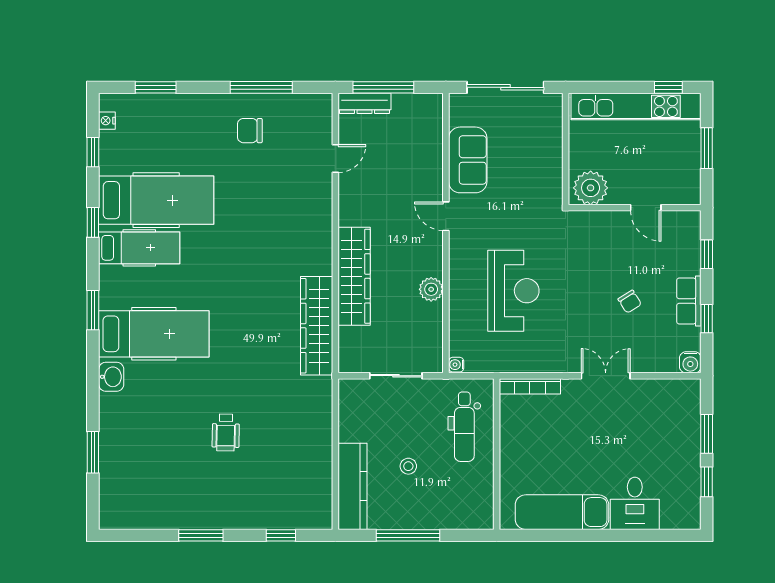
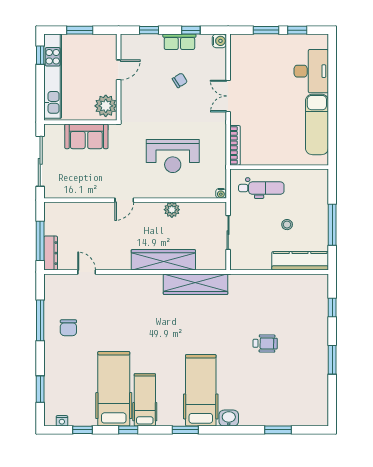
sofa: (468, 160) -> (86, 136), moved, turned 180
reception desk: (513, 291) -> (173, 156), turned 180
desk: (635, 503) -> (311, 71), width x1.37

